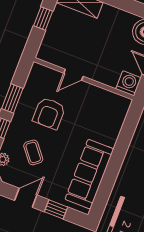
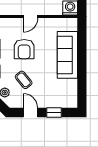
sofa: (89, 174) -> (67, 55), moved
door: (26, 198) -> (30, 113), hinge flipped

